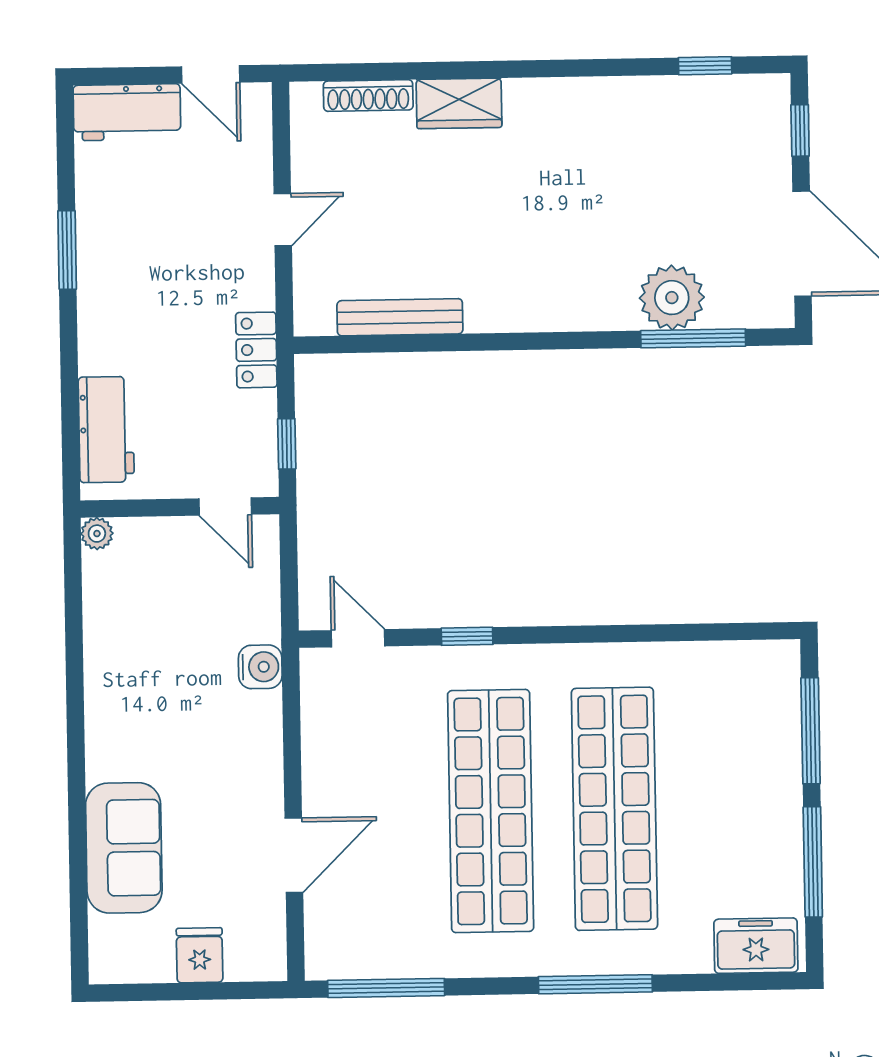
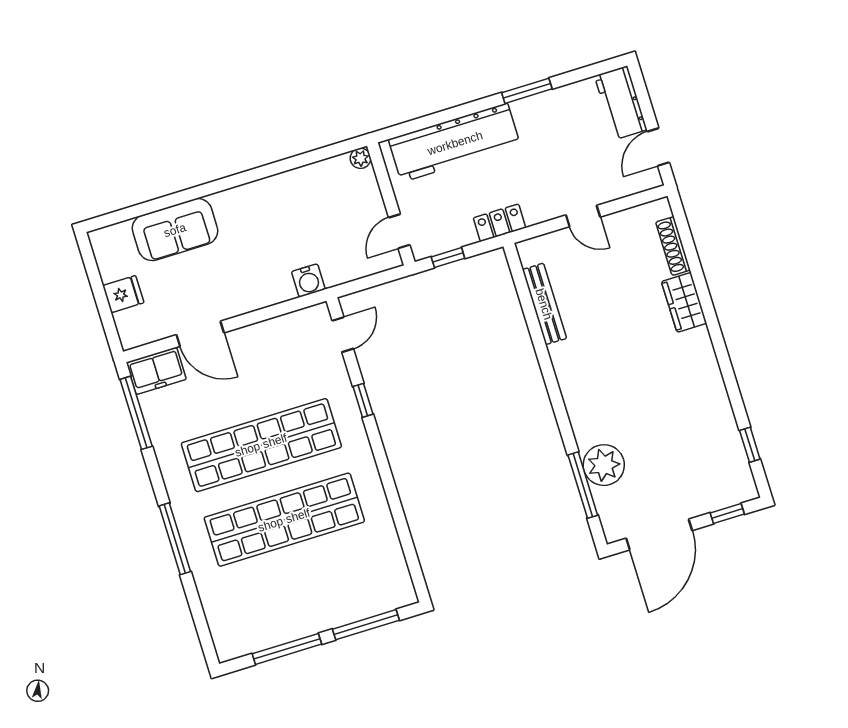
workbench: (106, 430) -> (455, 143), width x1.88, depth x1.32
freezer: (756, 946) -> (156, 371), moved, turned 90

